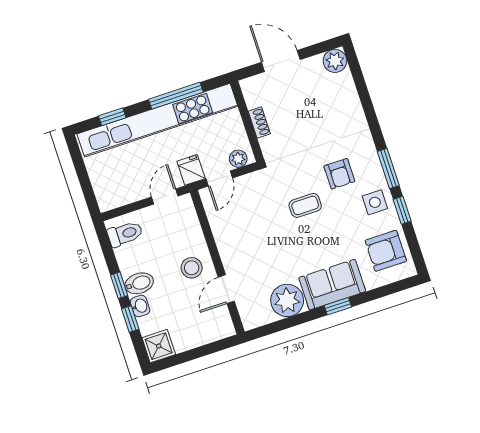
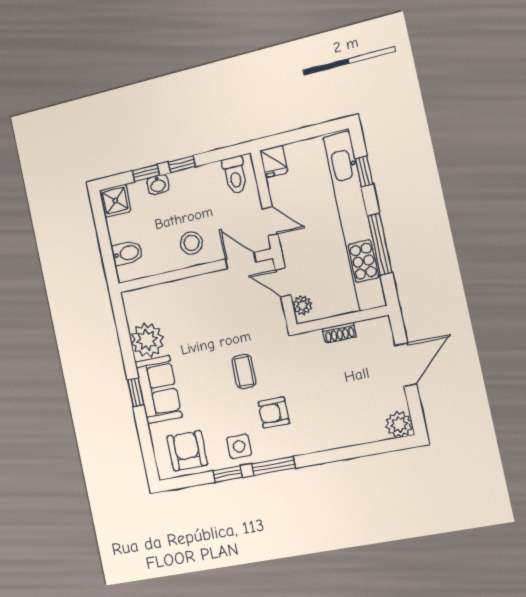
fridge: (191, 170) -> (274, 161), moved, turned 90
bidet: (139, 283) -> (127, 253), moved, turned -90
door: (226, 289) -> (241, 261), moved

